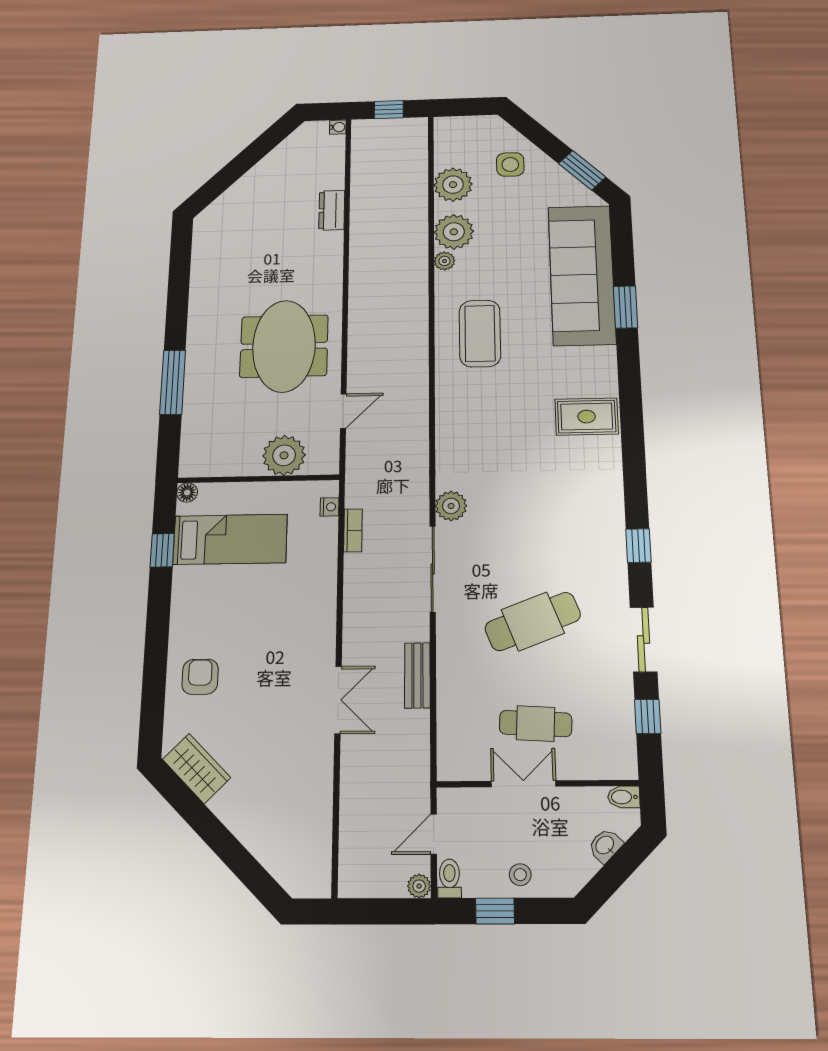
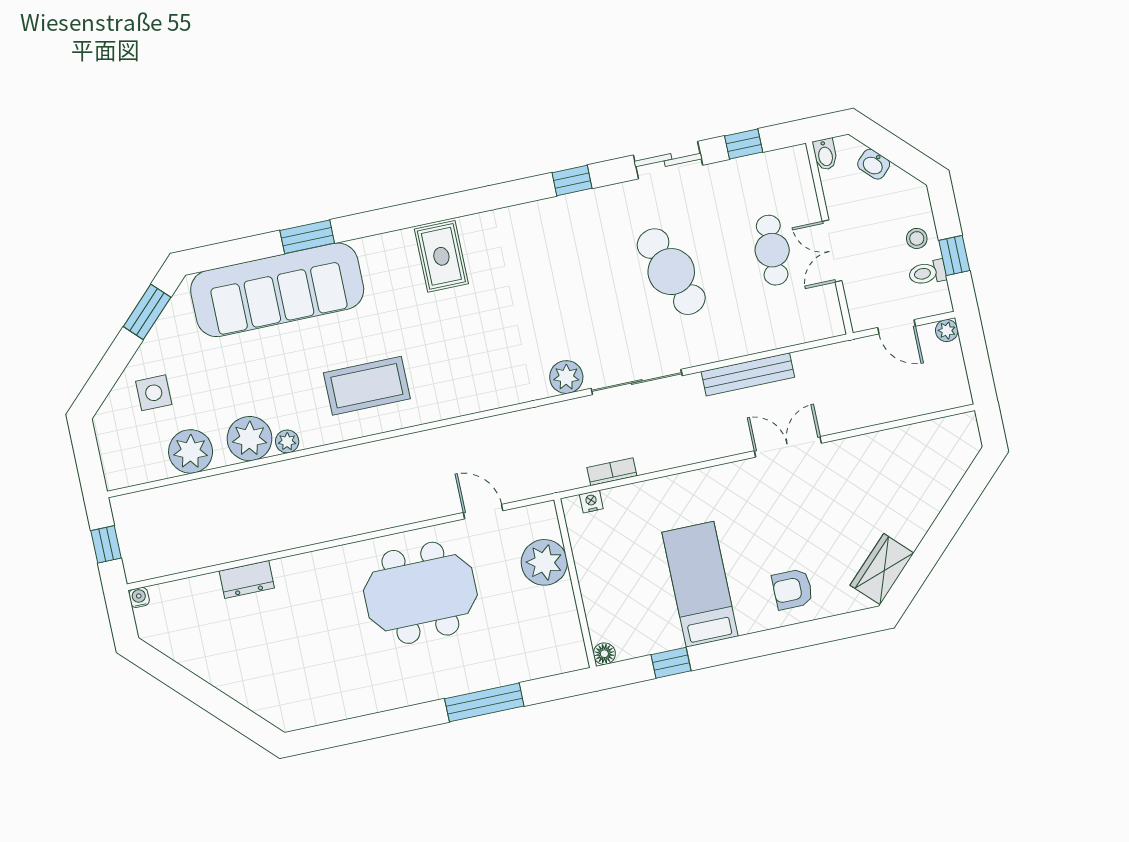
bed: (230, 539) -> (700, 584), moved
bench: (417, 675) -> (748, 374), width x1.36
toilet: (449, 879) -> (927, 273), moved

